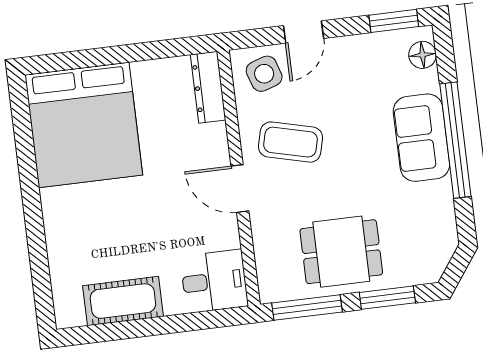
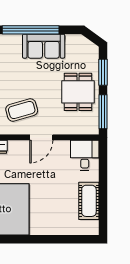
sofa: (421, 138) -> (44, 46), moved
coffee table: (290, 142) -> (22, 110), turned 60

